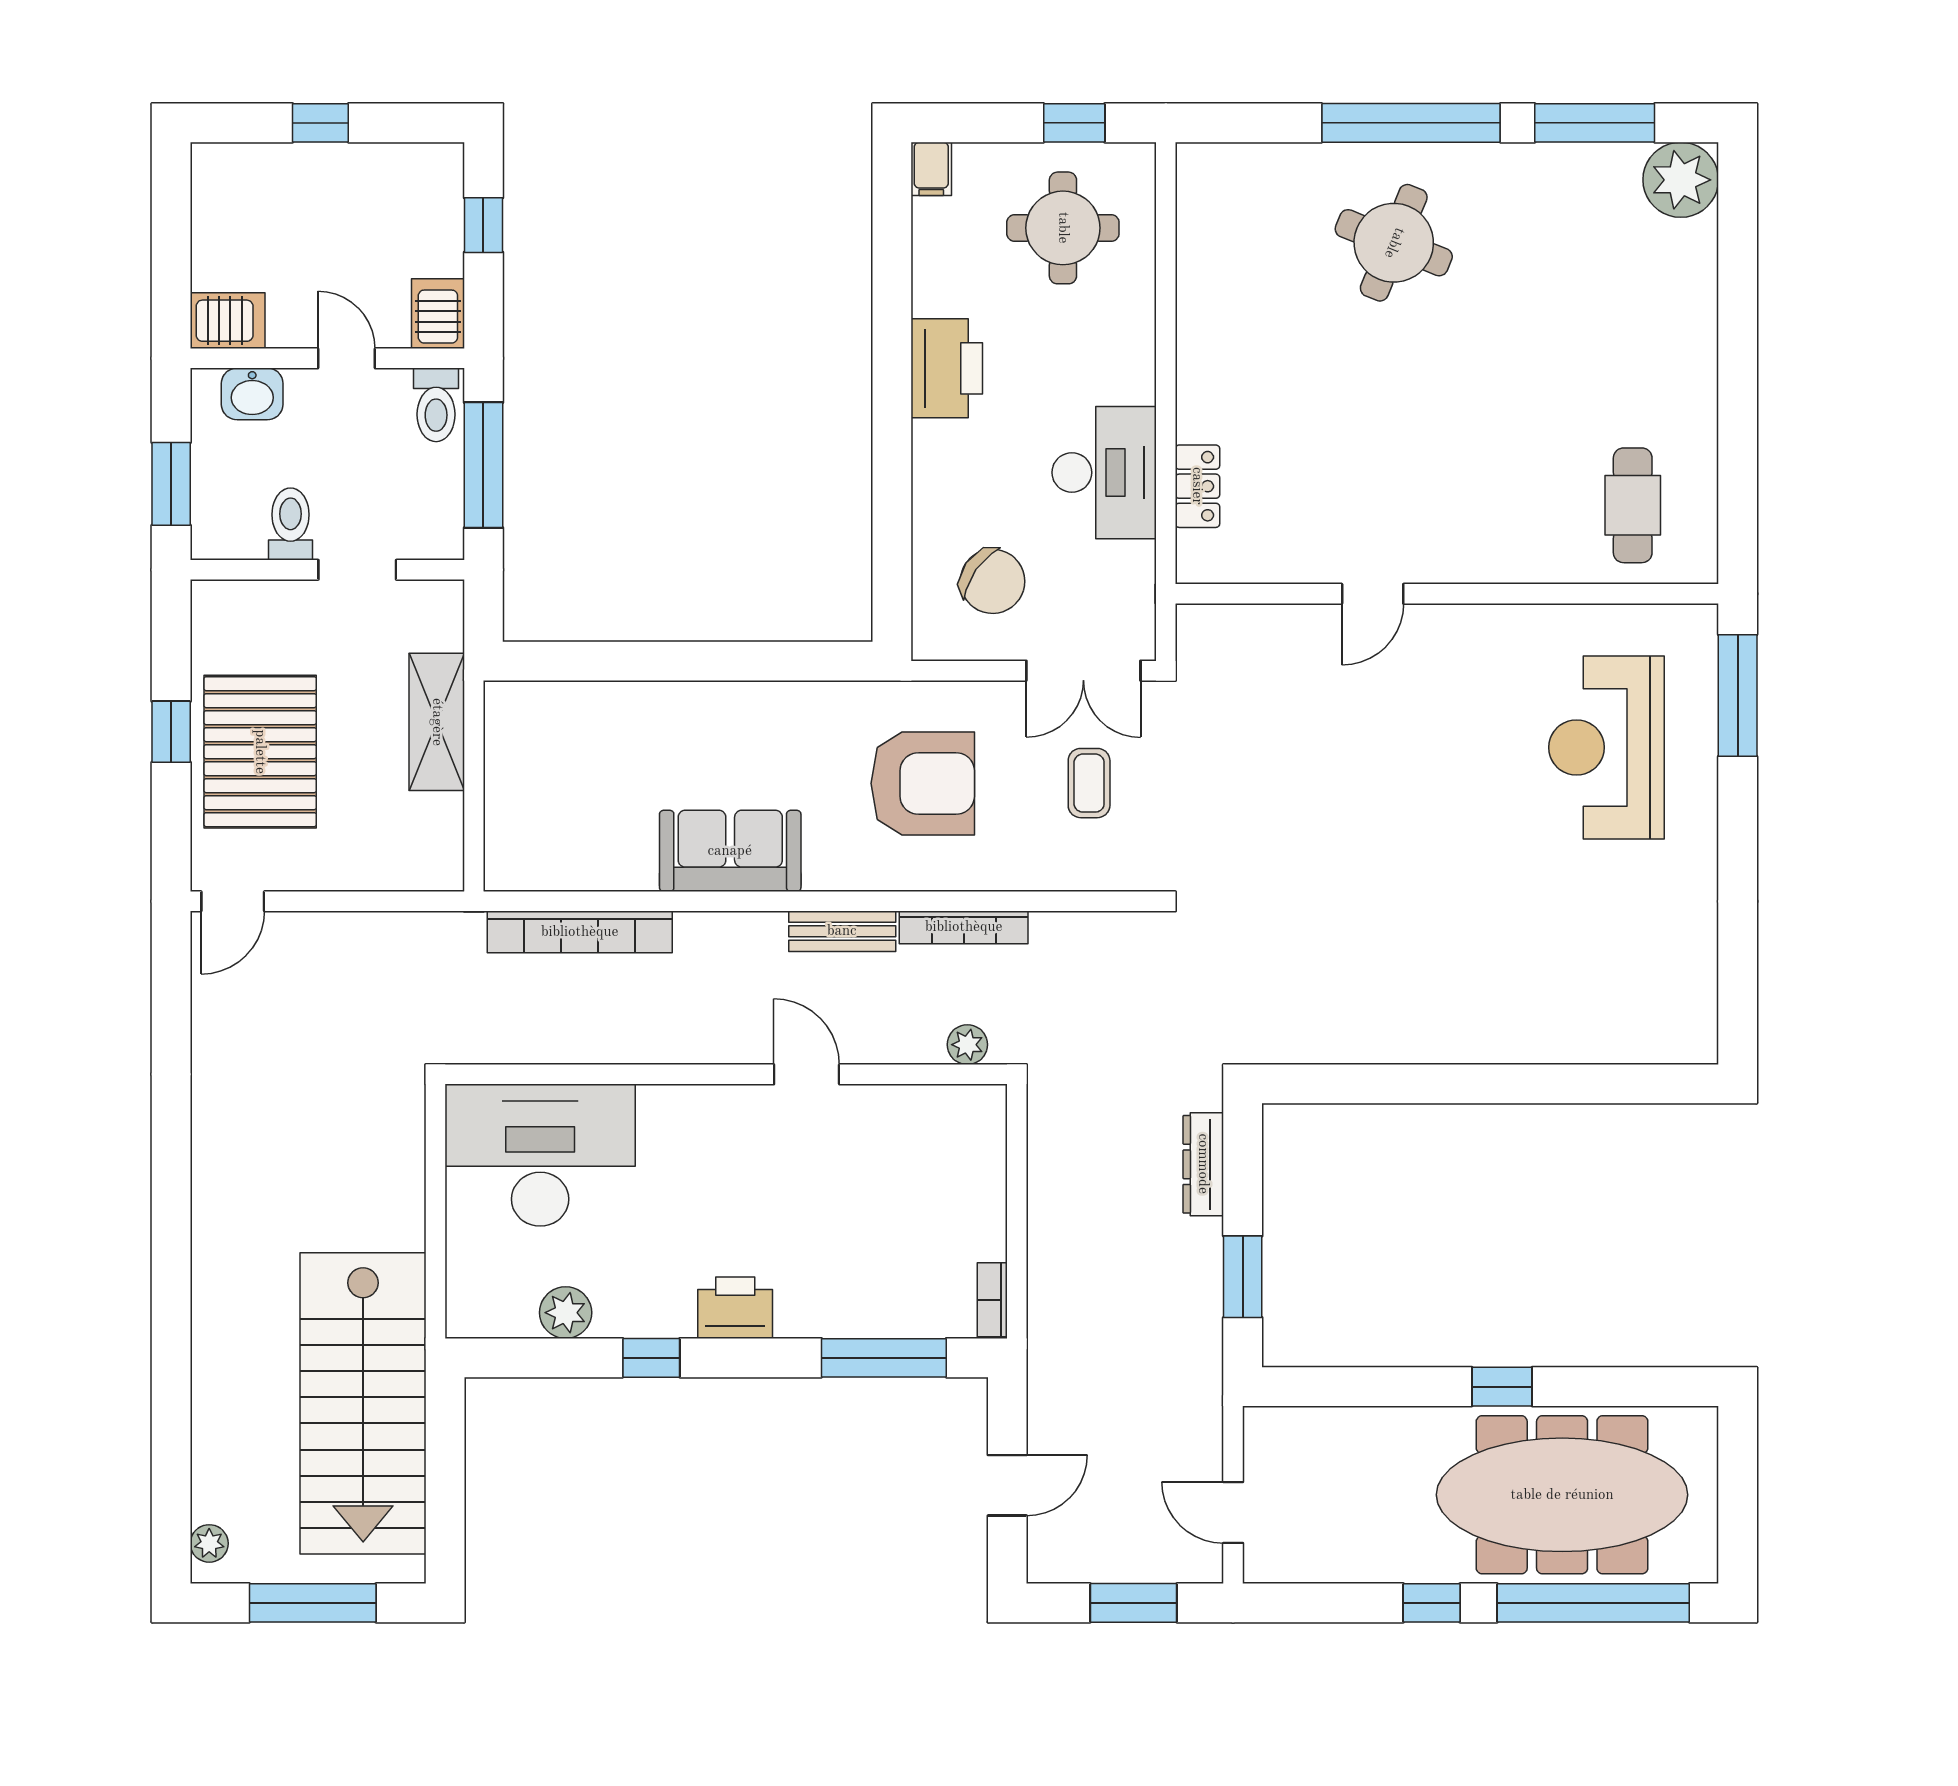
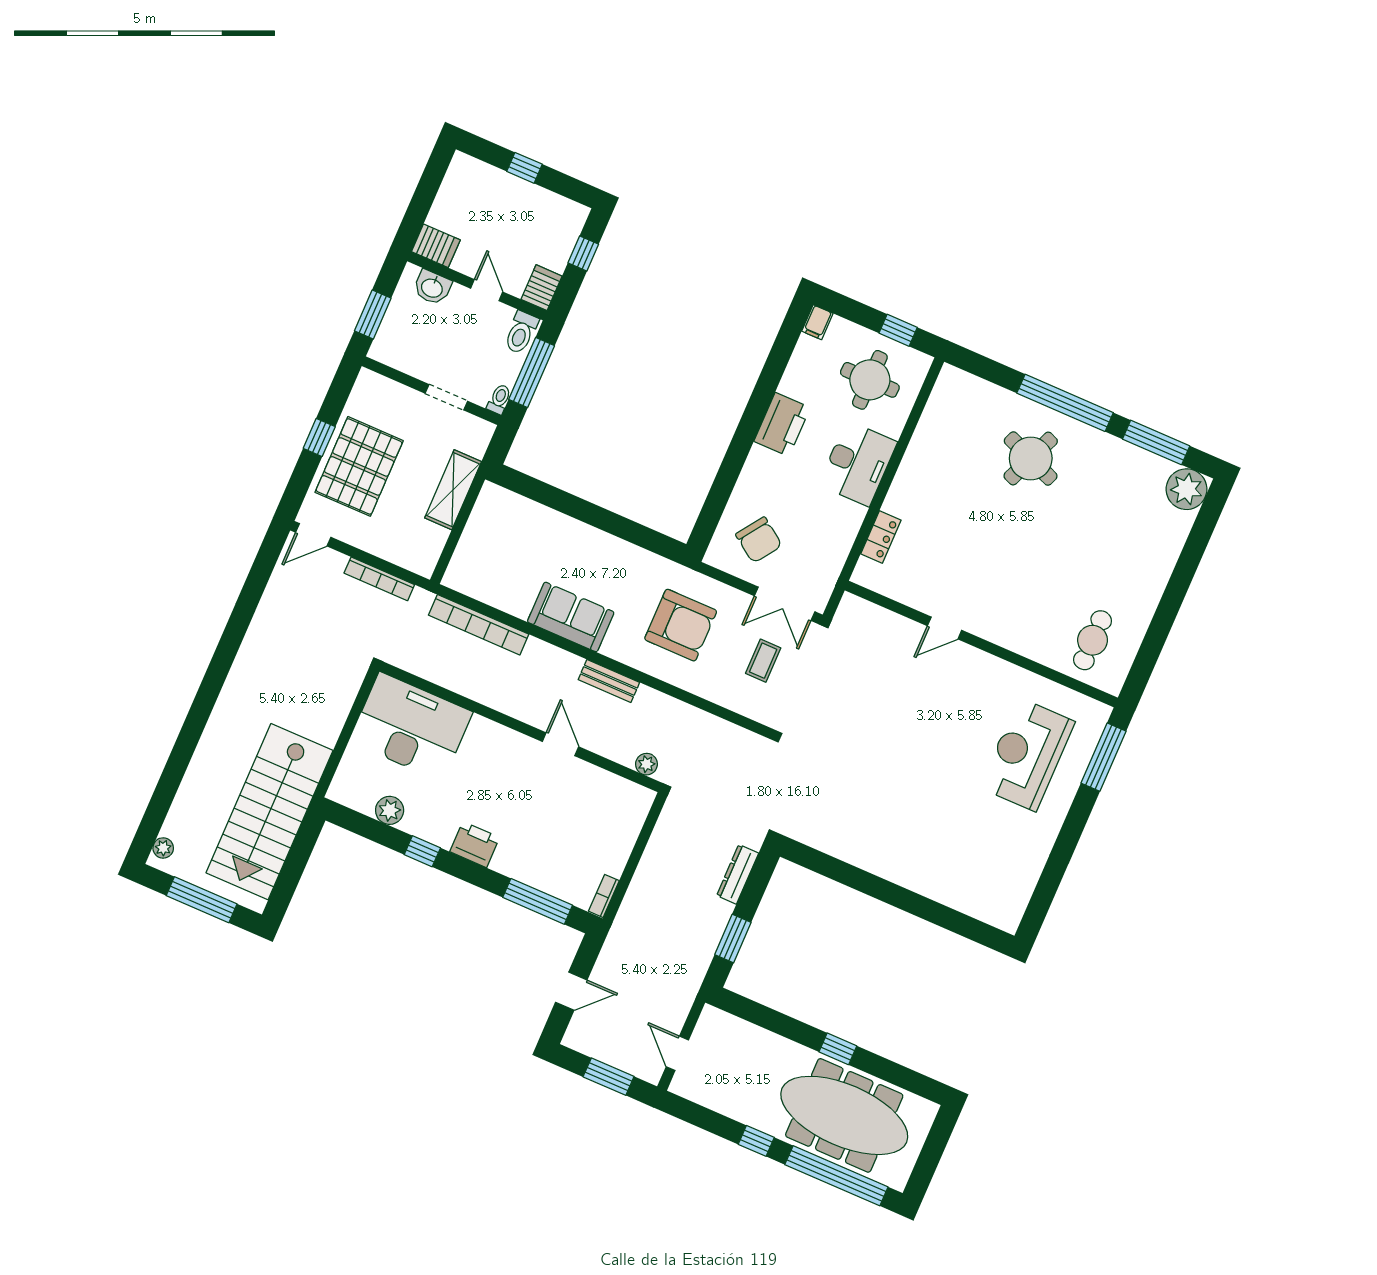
desk: (1104, 473) -> (858, 463), moved
toilet: (291, 524) -> (499, 399), moved, width x0.73, depth x0.72
bookcase: (964, 927) -> (379, 579), moved

